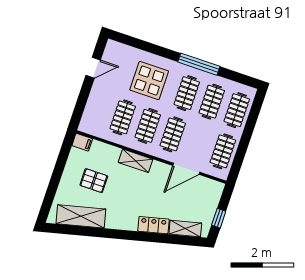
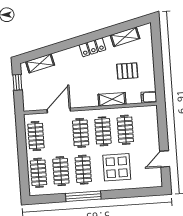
shelving: (136, 161) -> (112, 99), moved
shelving: (81, 216) -> (125, 37), width x0.67, depth x0.75
locker: (153, 225) -> (92, 47), moved

